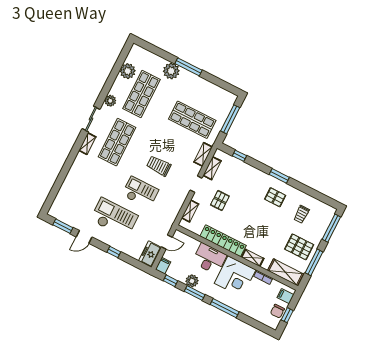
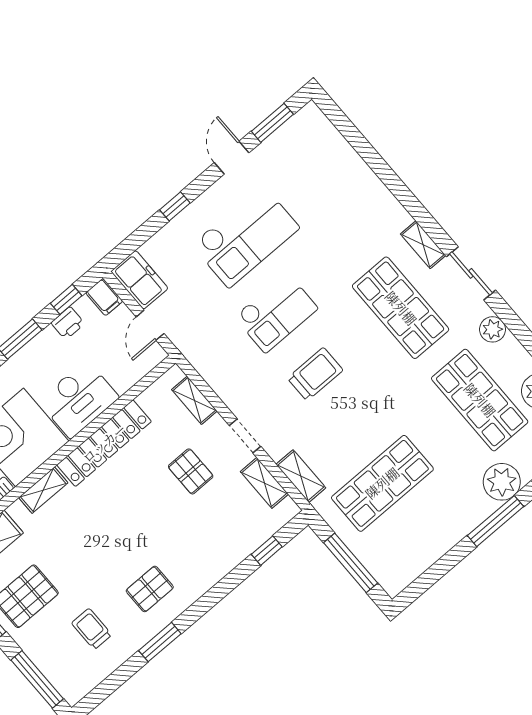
window: (279, 176) -> (160, 642), moved
printer: (180, 276) -> (68, 323), added
plant: (192, 281) -> (47, 344), removed

